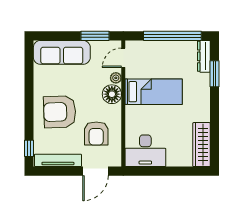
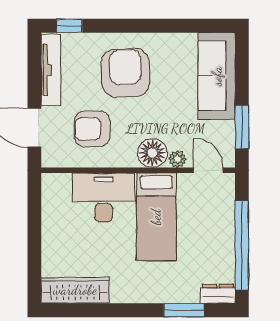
dresser: (204, 56) -> (218, 294), width x0.70
desk: (145, 151) -> (104, 197), moved, turned 90

